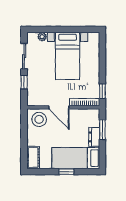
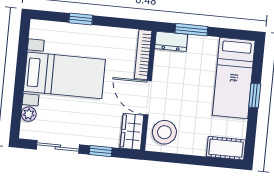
window: (102, 91) -> (81, 19), moved
wardrobe: (38, 100) -> (132, 132), added
door: (59, 107) -> (148, 98), swing flipped
dresser: (94, 137) -> (171, 41), moved

